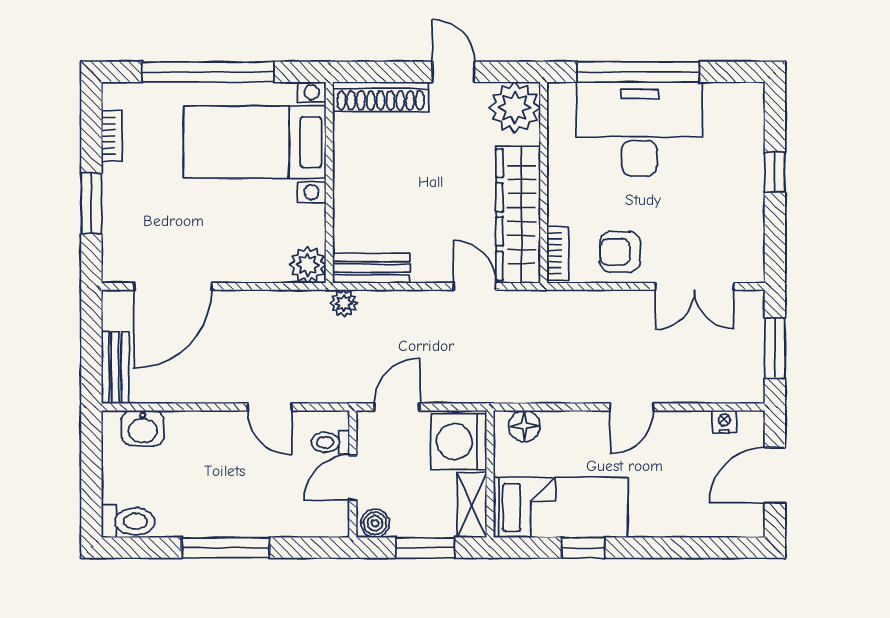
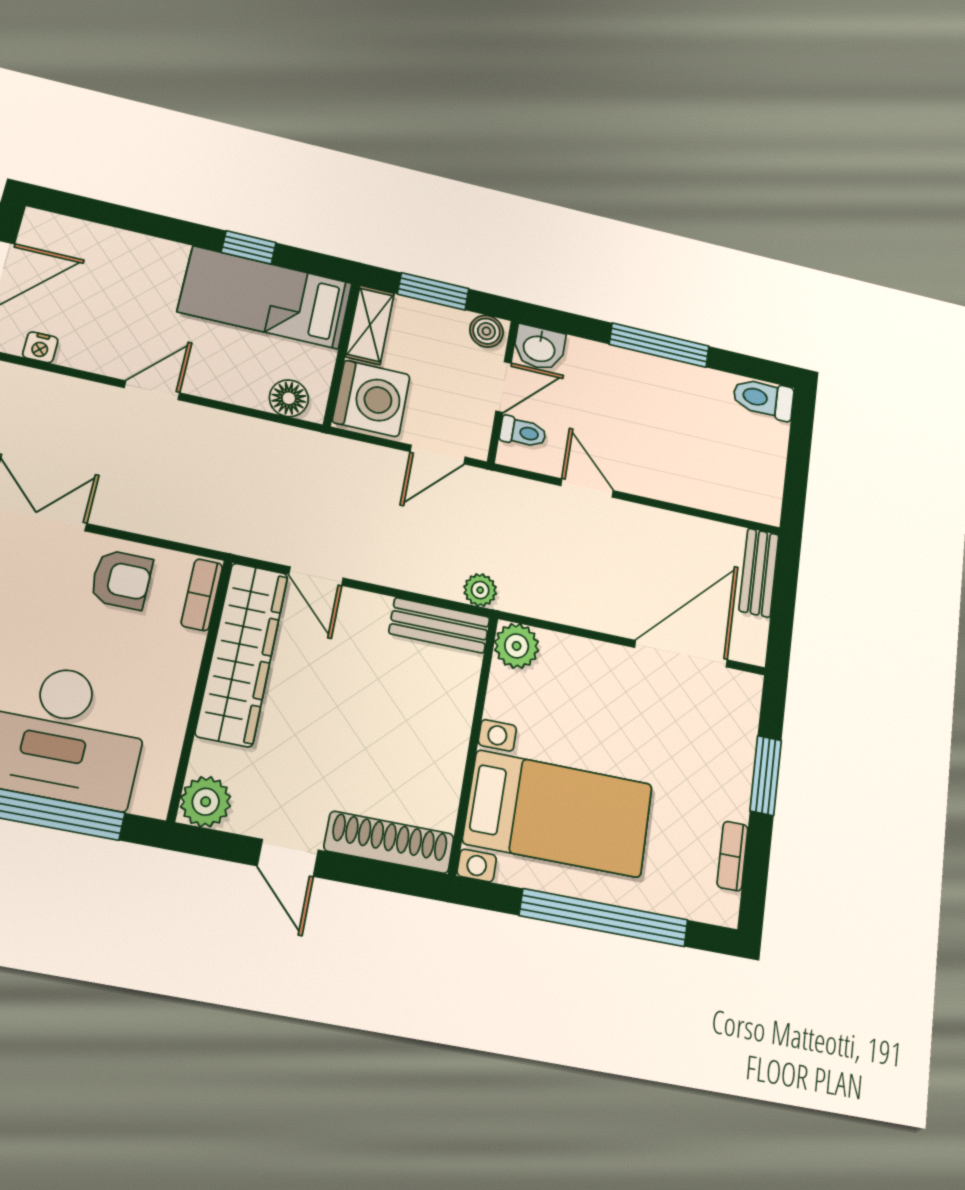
plant: (515, 108) -> (206, 802), width x0.73, depth x0.73
washbasin: (143, 428) -> (539, 348), moved, turned 180

